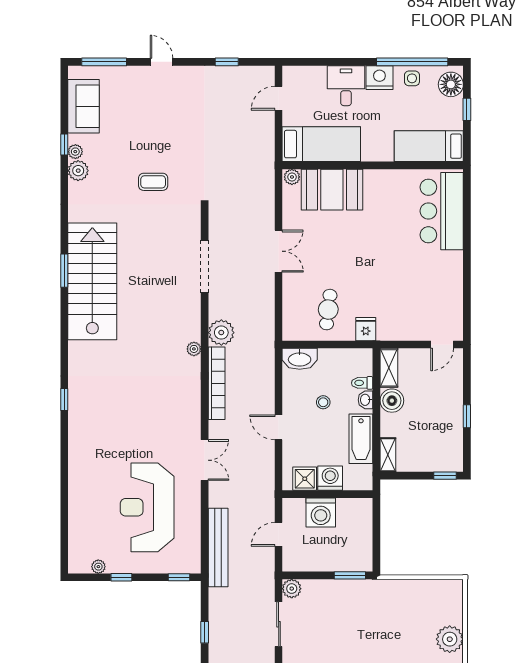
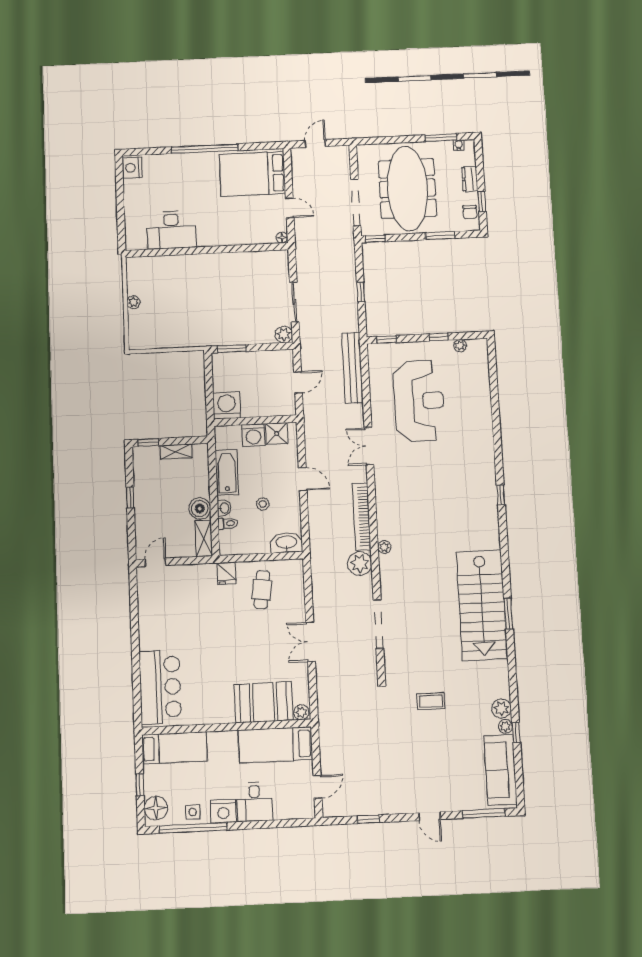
sofa: (83, 106) -> (500, 770), width x1.36
shelving: (388, 455) -> (176, 452), moved, turned 90
washing machine: (321, 512) -> (227, 405), moved
plant: (450, 639) -> (134, 302), width x0.53, depth x0.53

